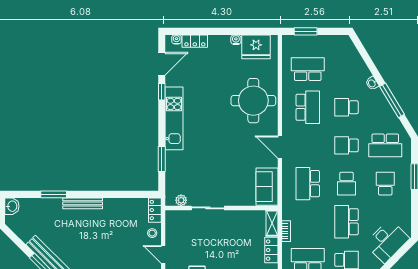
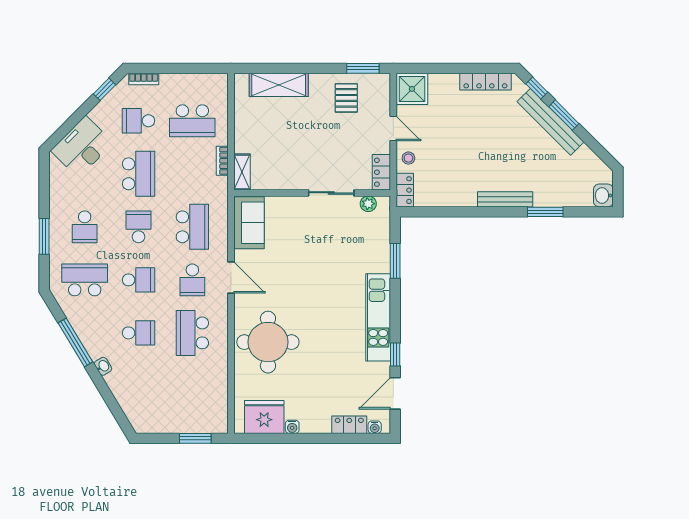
school desk: (308, 69) -> (192, 280), moved, width x0.54
locker: (271, 250) -> (381, 172), moved, turned 180

